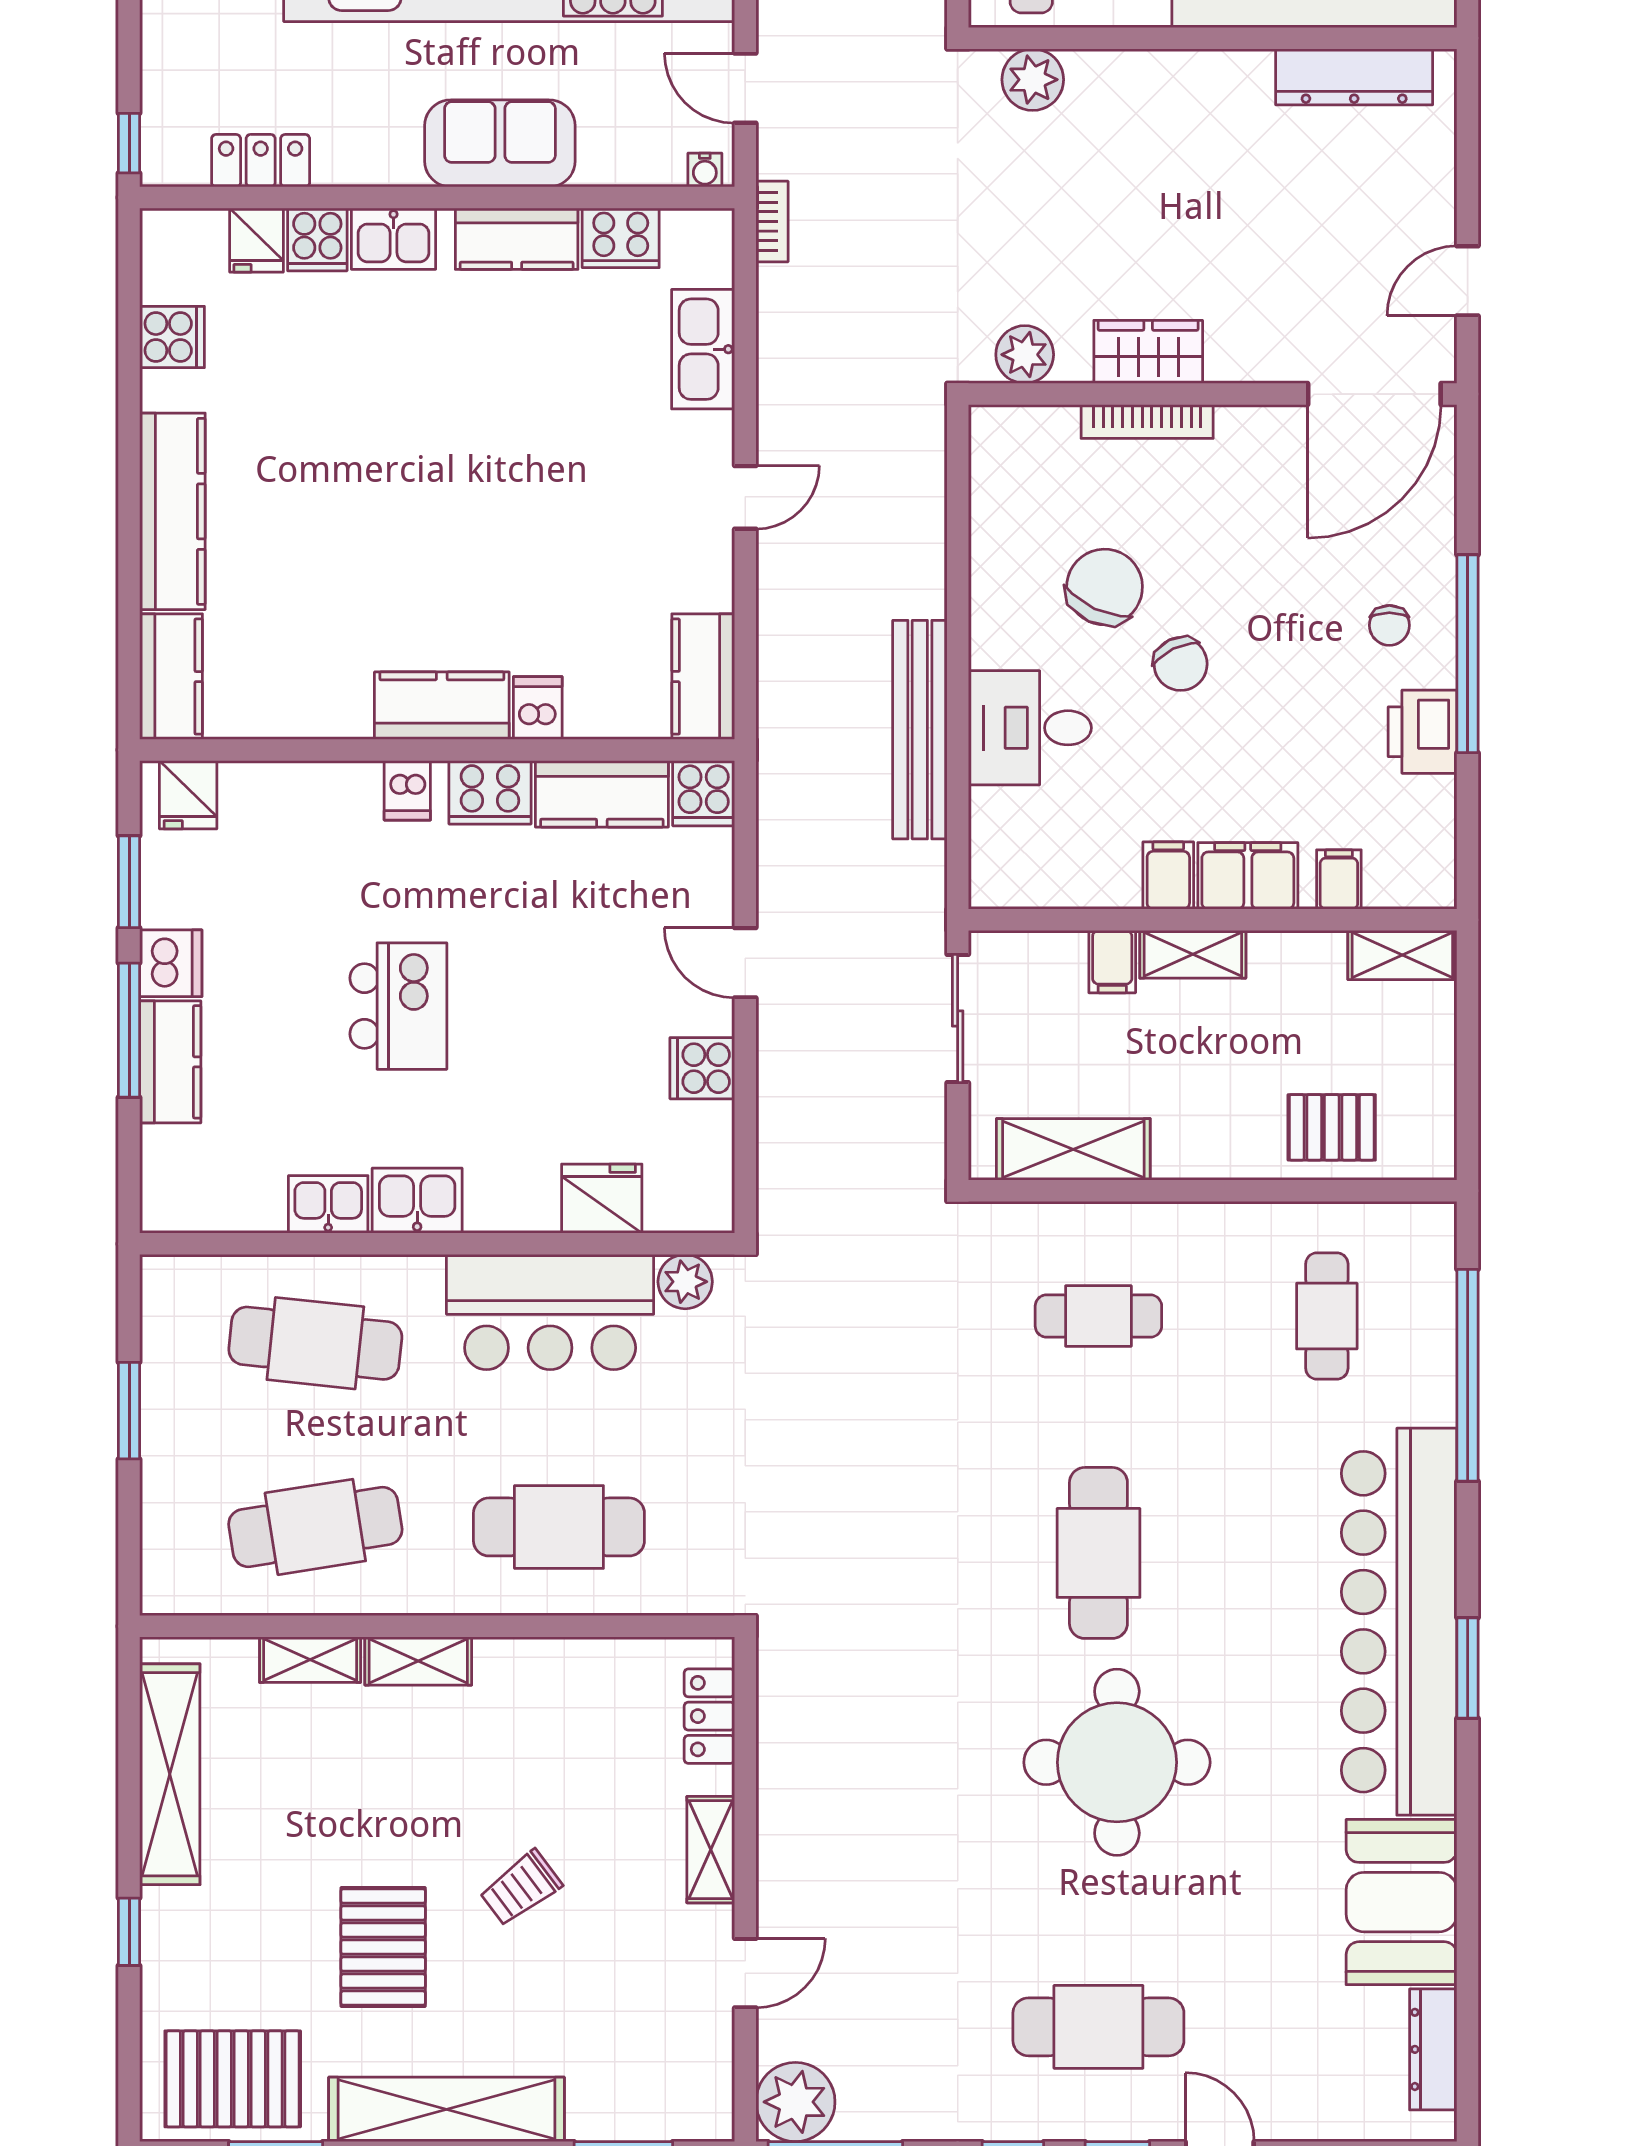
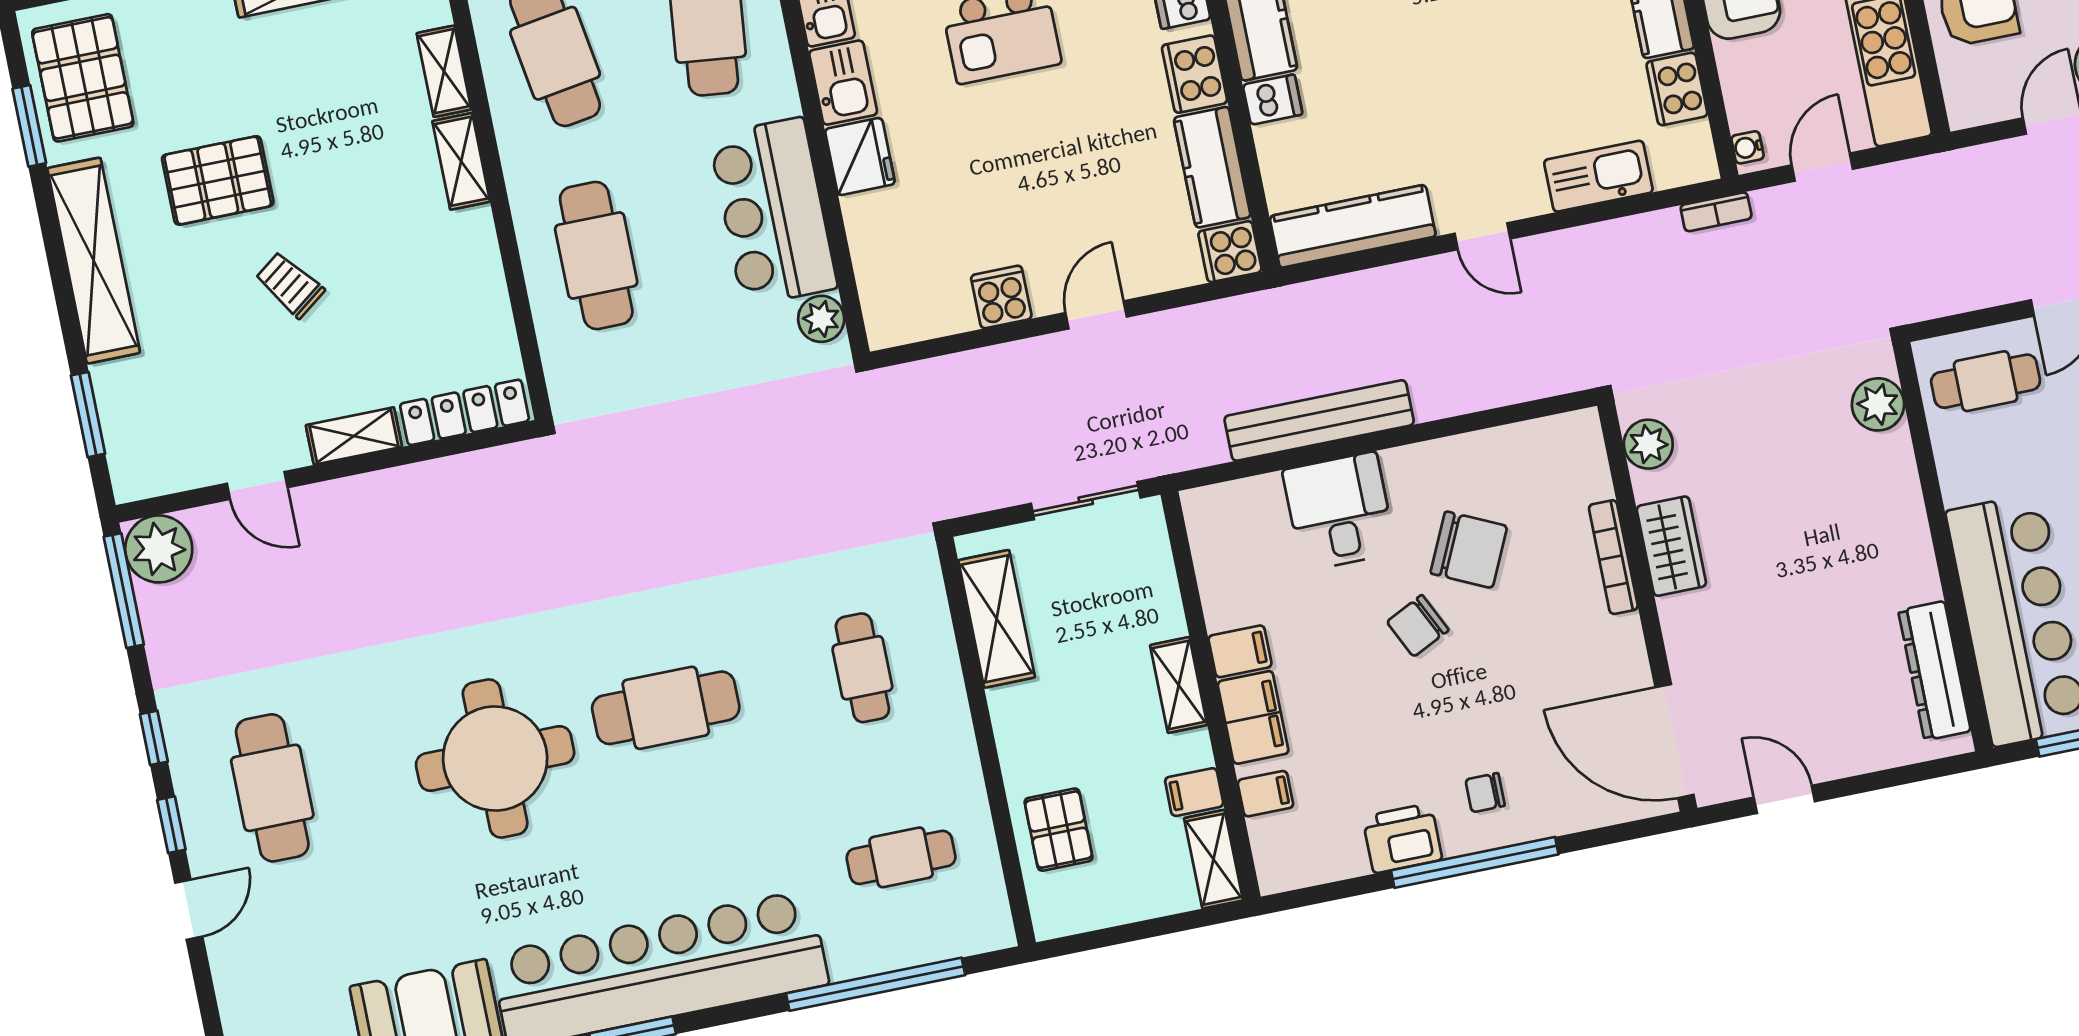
kitchen counter: (703, 677) -> (1353, 226), width x1.50
filing cabinet: (1112, 962) -> (1194, 792), moved
fridge: (602, 1199) -> (860, 157), moved
locker: (709, 1716) -> (465, 412), width x1.53

